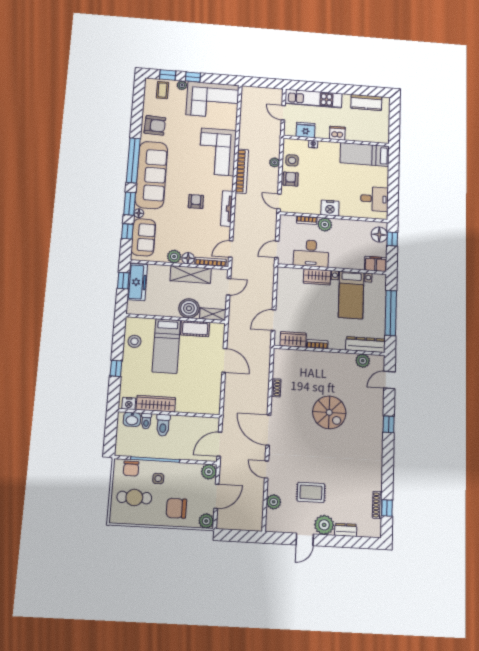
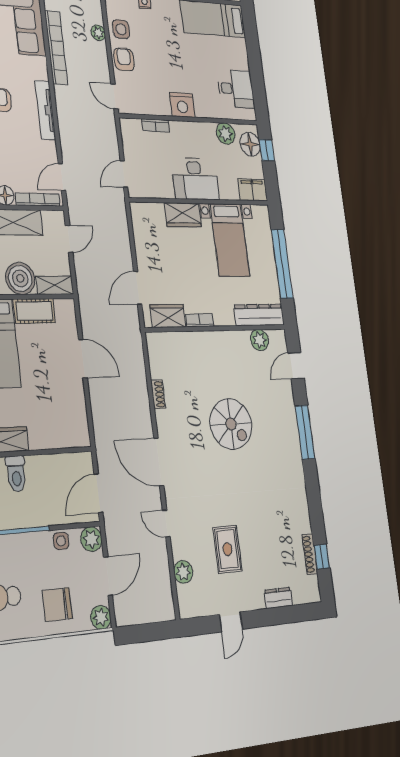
plant: (325, 225) -> (226, 134), moved
desk: (311, 253) -> (195, 179), moved
window: (389, 424) -> (305, 432), width x2.17
side table: (158, 479) -> (61, 541), moved
rug: (311, 492) -> (227, 549), turned 90
plant: (324, 525) -> (251, 595), removed

